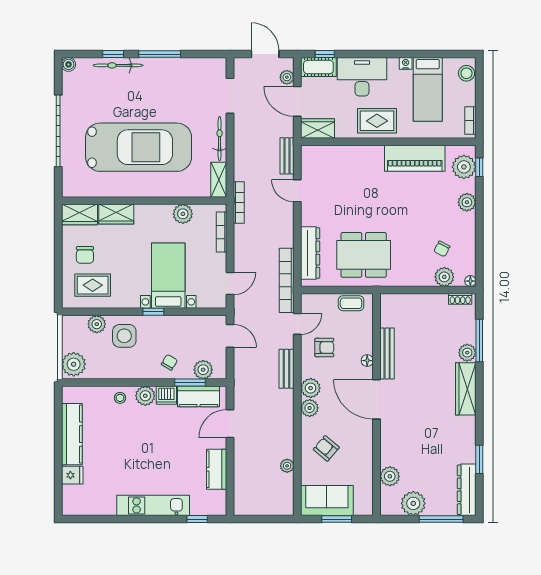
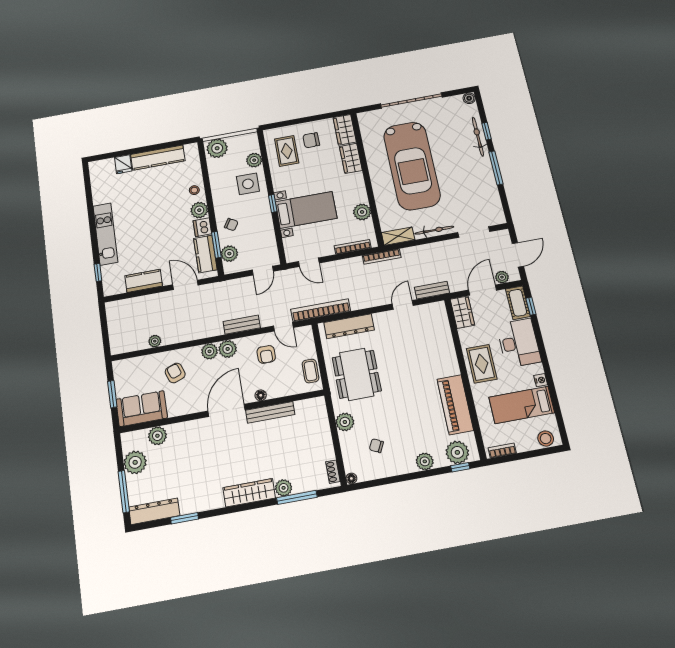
plant: (444, 277) -> (345, 422), moved
armchair: (326, 448) -> (175, 373), turned -60
sofa: (327, 500) -> (142, 409), moved, turned -90

